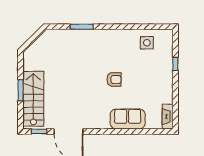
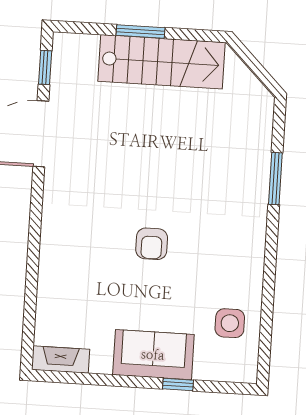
stairs: (33, 99) -> (162, 62), moved
sofa: (128, 119) -> (153, 355), moved, turned -90

